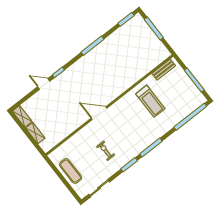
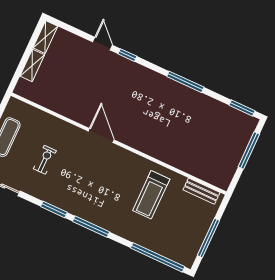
exercise bike: (106, 151) -> (45, 160), moved

